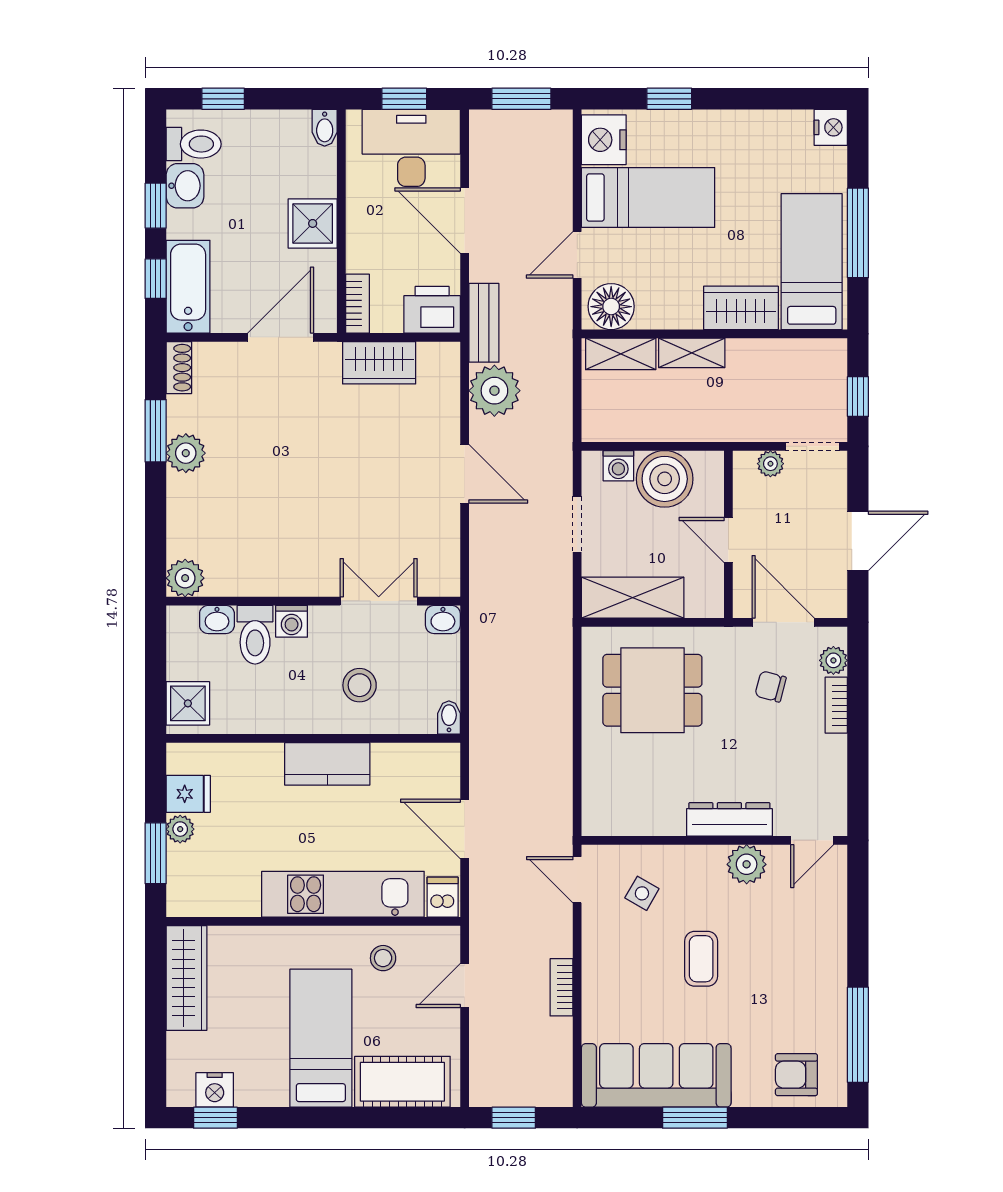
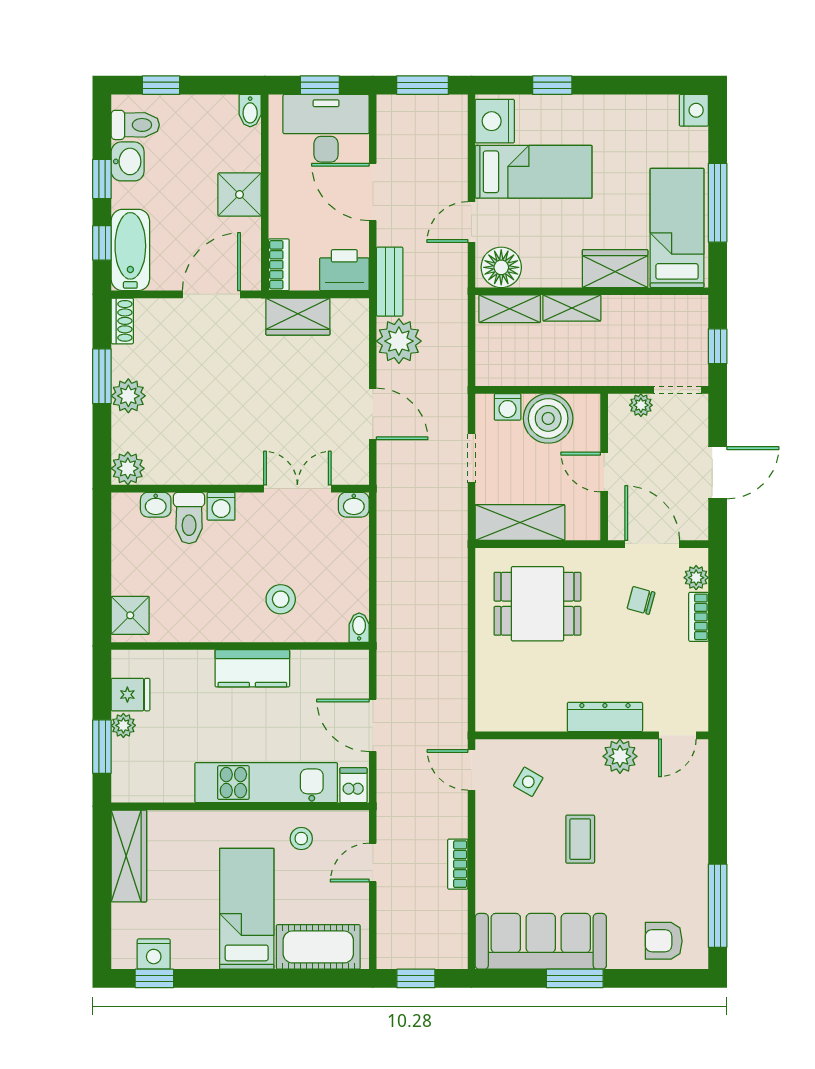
plant: (185, 578) -> (128, 468), moved
wall: (313, 601) -> (240, 489), moved
double door: (379, 601) -> (297, 489), moved
washbasin: (217, 619) -> (156, 505), moved
washbasin: (443, 619) -> (354, 505), moved
washing machine: (292, 621) -> (221, 506), moved
toilet: (255, 635) -> (189, 518), moved

